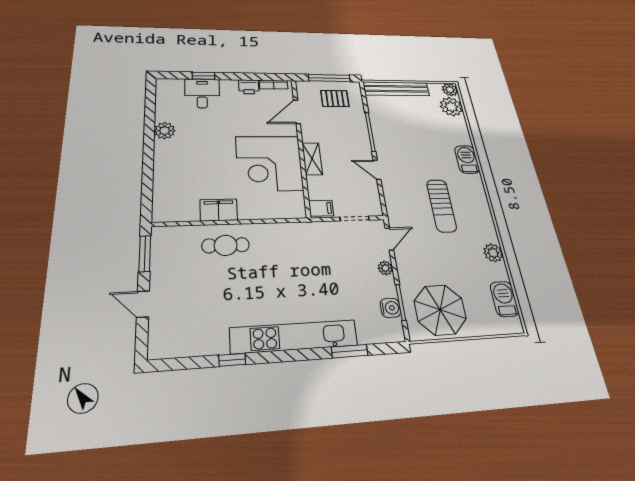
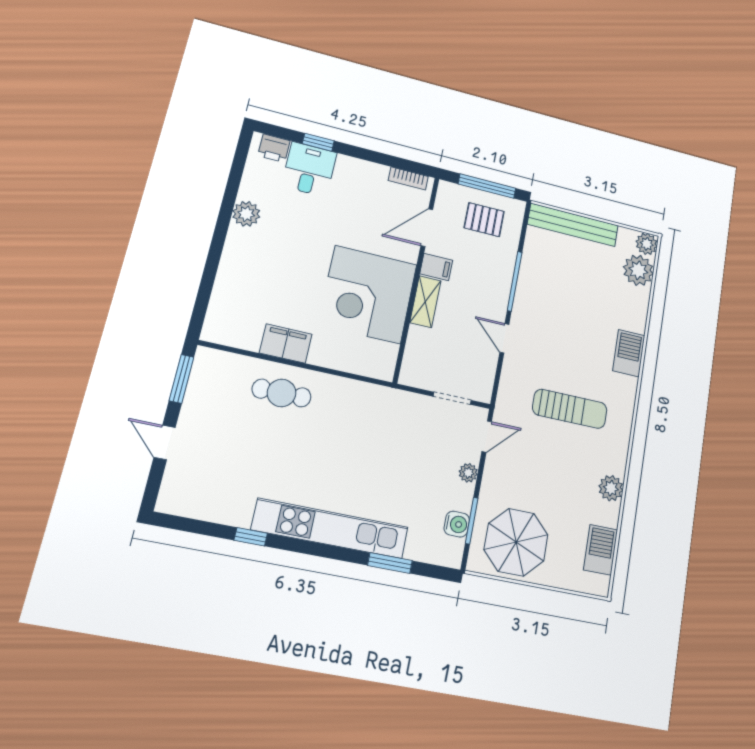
printer: (249, 87) -> (274, 148), moved
sun lounger: (441, 206) -> (570, 409), turned -90
filing cabinet: (321, 208) -> (436, 267), moved

